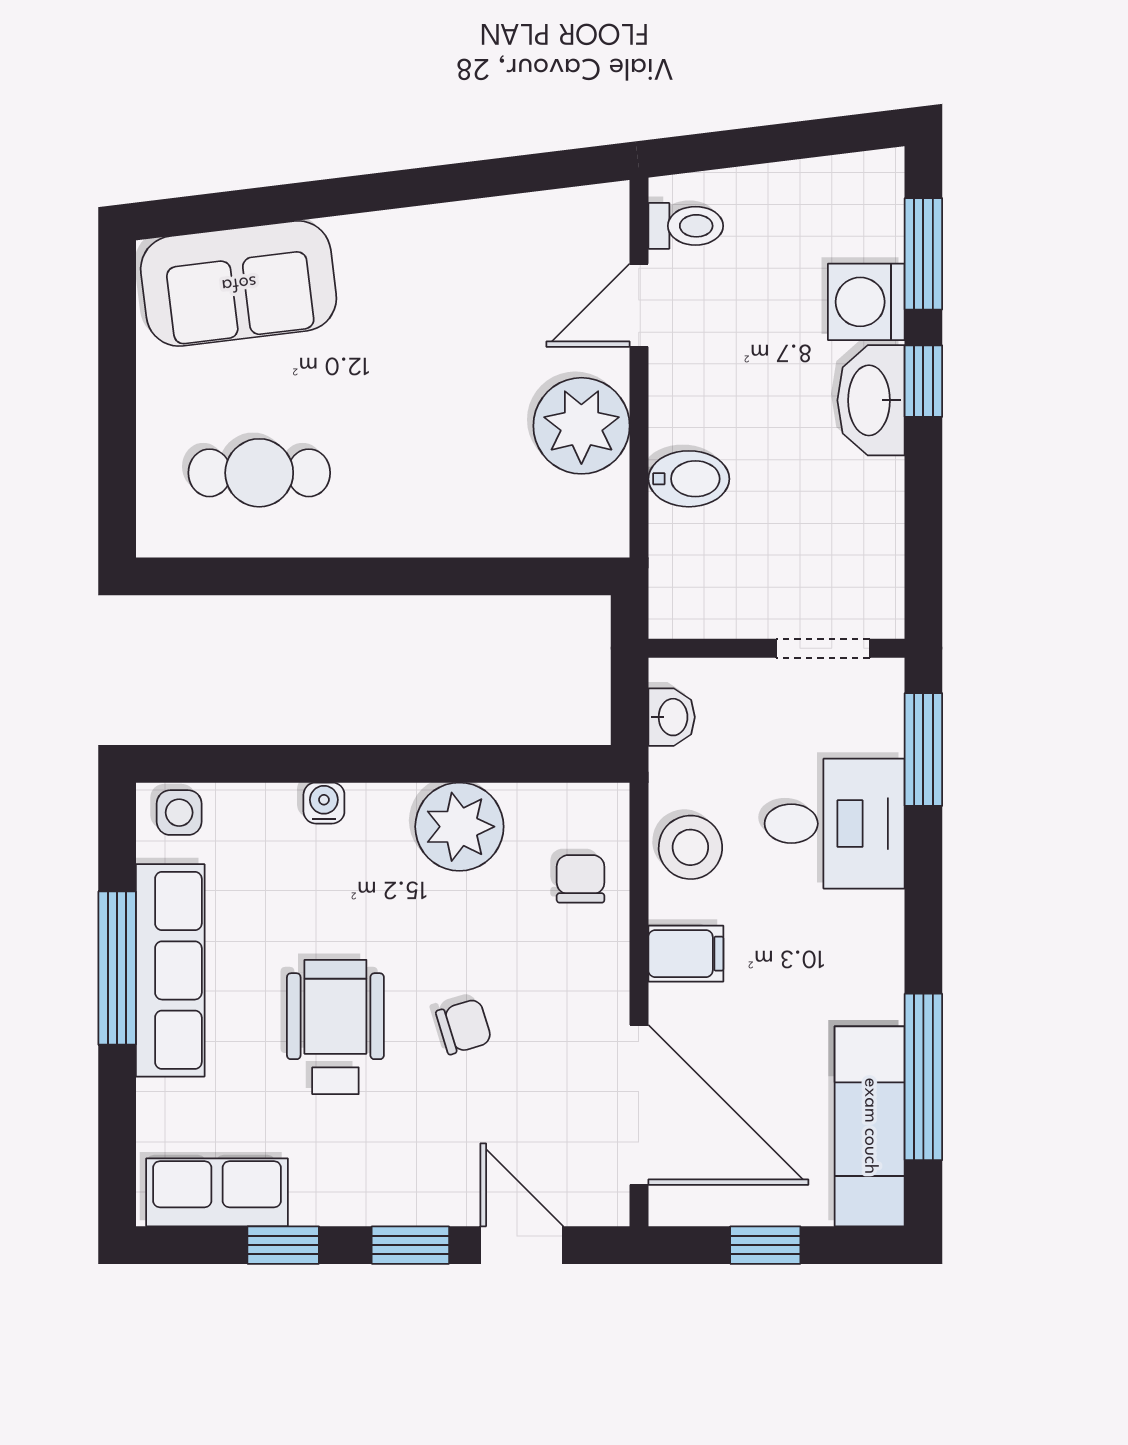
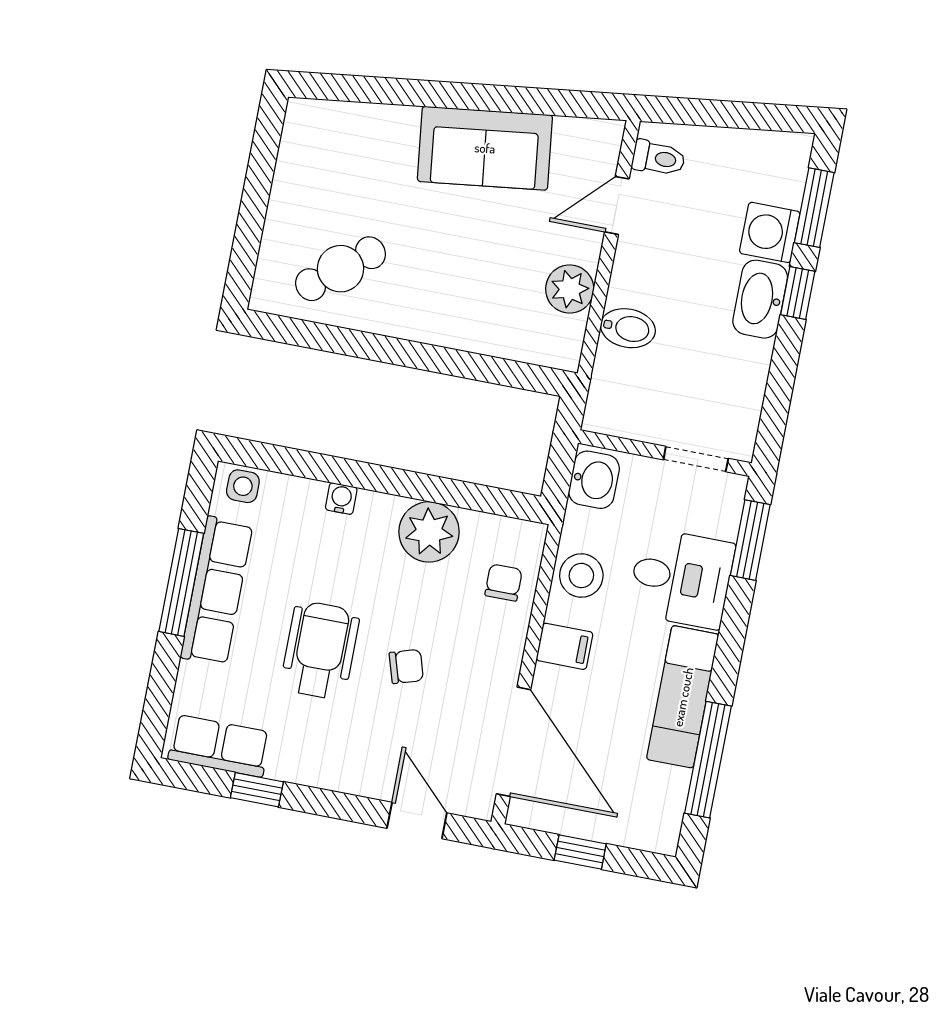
sofa: (239, 283) -> (485, 148), moved
plant: (581, 426) -> (570, 289), width x0.73, depth x0.73
cafe table: (259, 473) -> (341, 269), turned -39
washbasin: (672, 717) -> (594, 480), width x1.38, depth x1.45
exam couch: (870, 1126) -> (683, 697), moved
window: (410, 1245) -> (342, 806), removed

